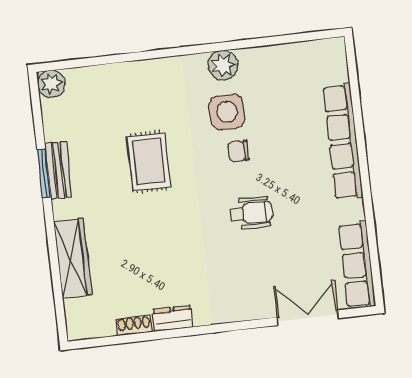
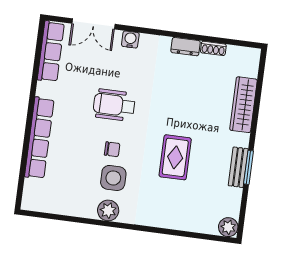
wheelchair: (251, 213) -> (114, 105), width x1.36, depth x1.37
water cooler: (251, 309) -> (130, 39), added

